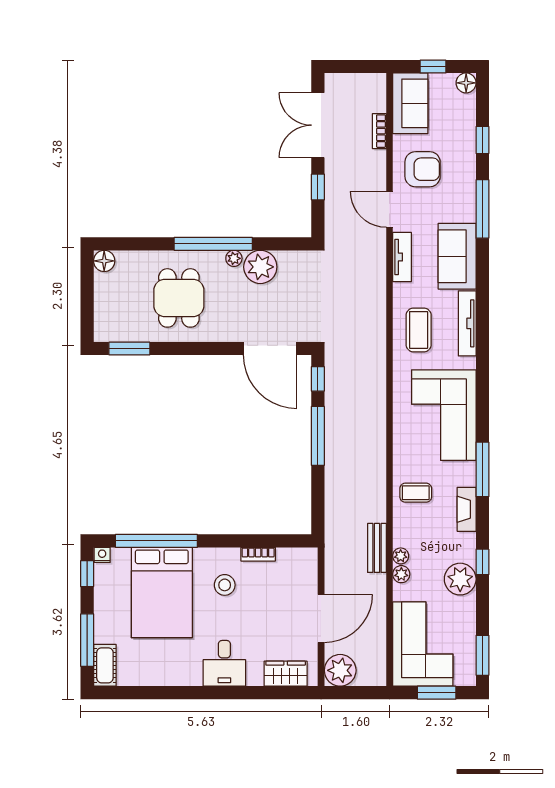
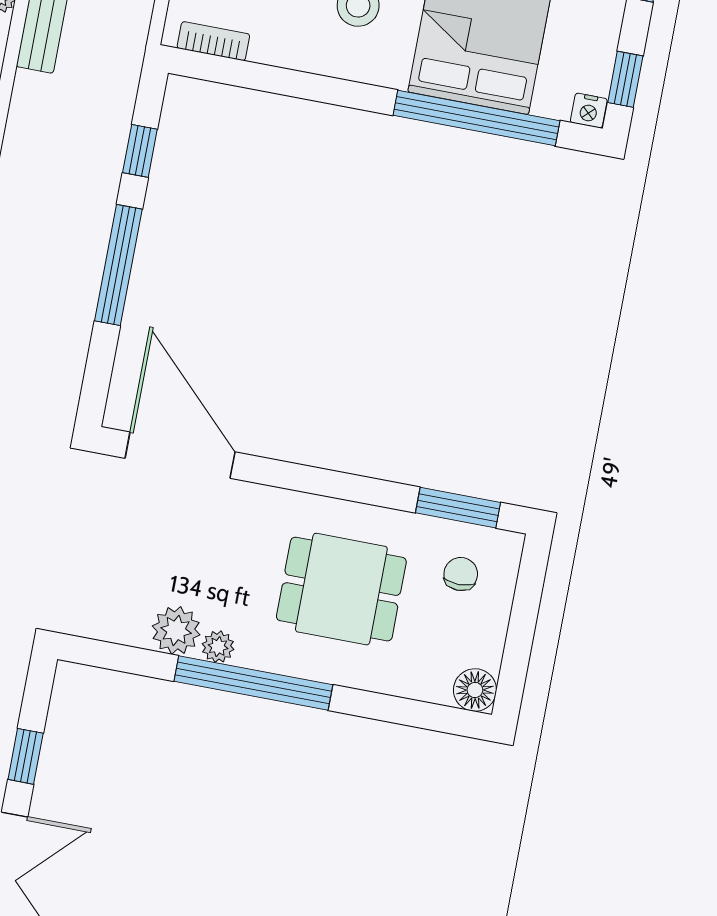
plant: (260, 267) -> (176, 630), width x0.73, depth x0.73
dining table: (179, 298) -> (341, 589), turned 90
chair: (122, 316) -> (461, 574), added
window: (318, 379) -> (140, 151), moved
bookcase: (258, 554) -> (213, 41), moved

